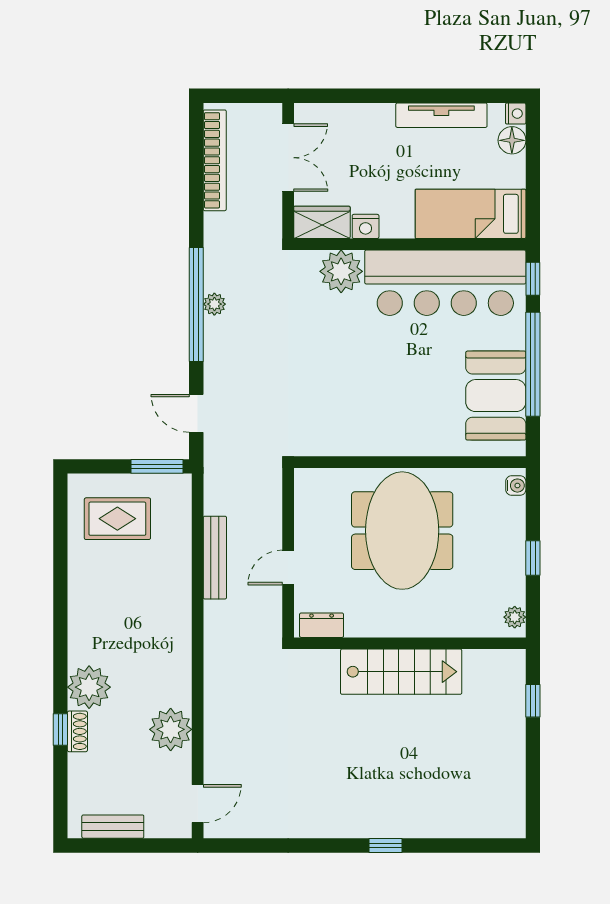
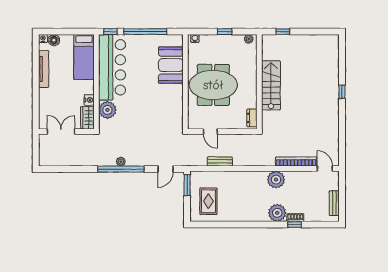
bookcase: (215, 160) -> (296, 162), moved
booth: (496, 396) -> (171, 65), moved, turned 90
bench: (215, 558) -> (220, 161), width x0.73
door: (288, 568) -> (210, 132), moved
plant: (171, 729) -> (276, 180), moved

